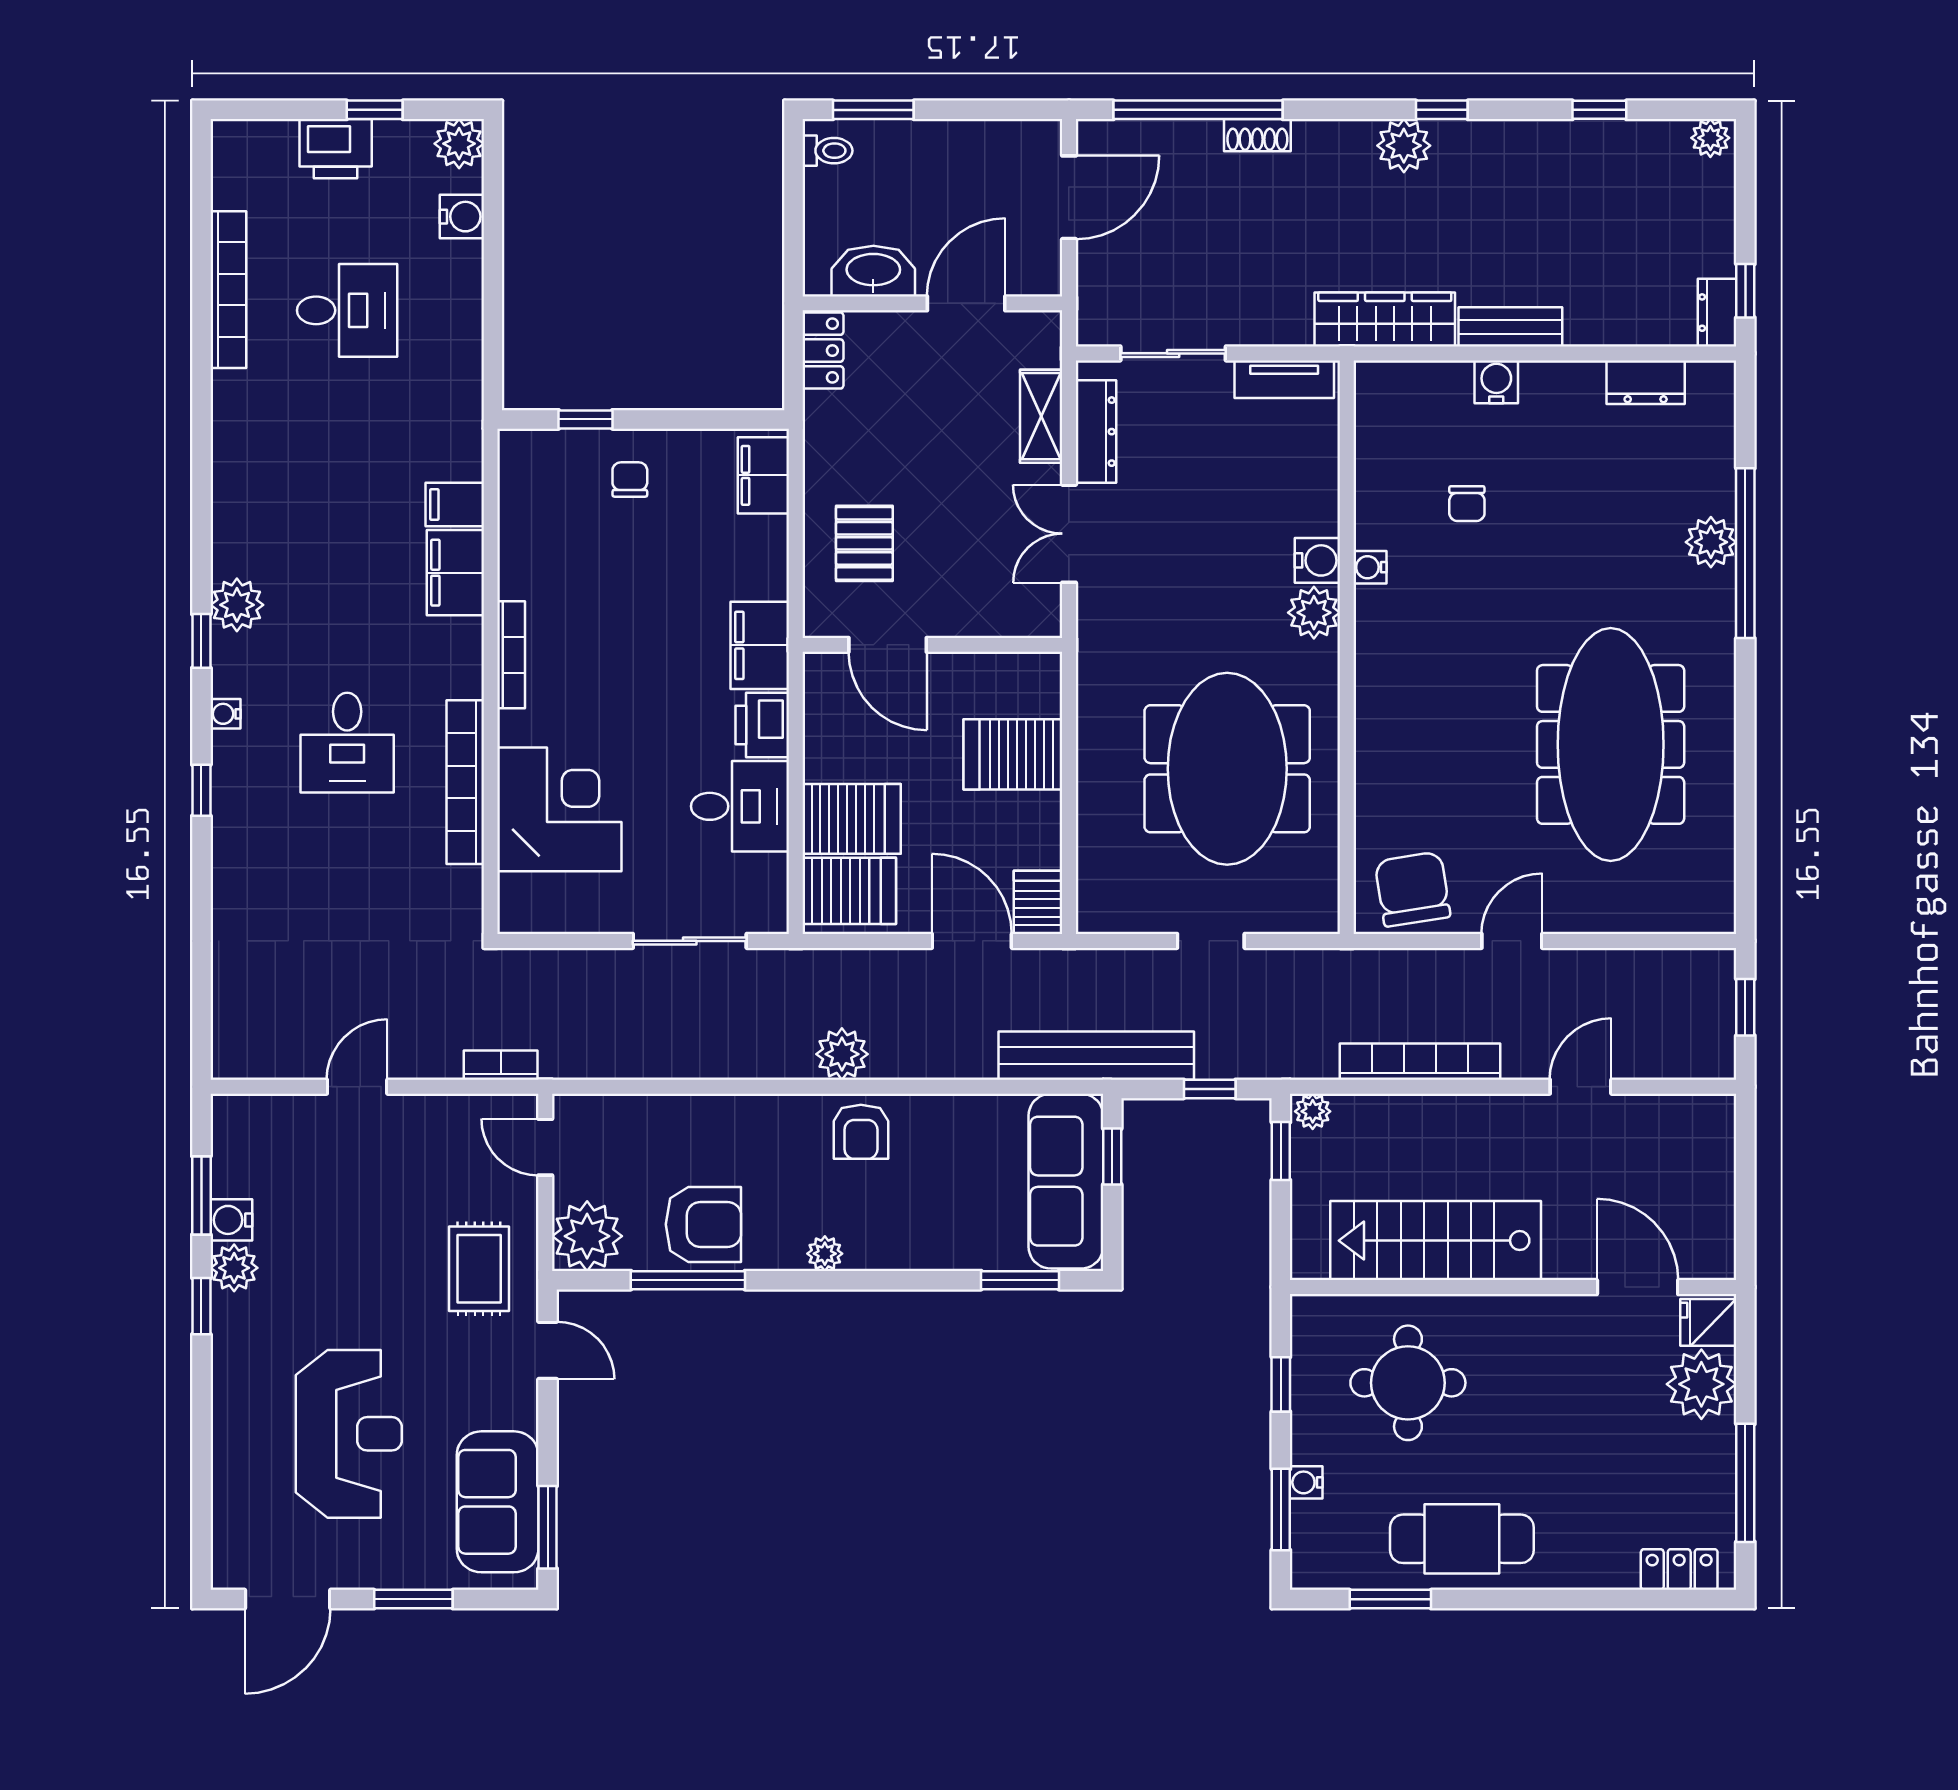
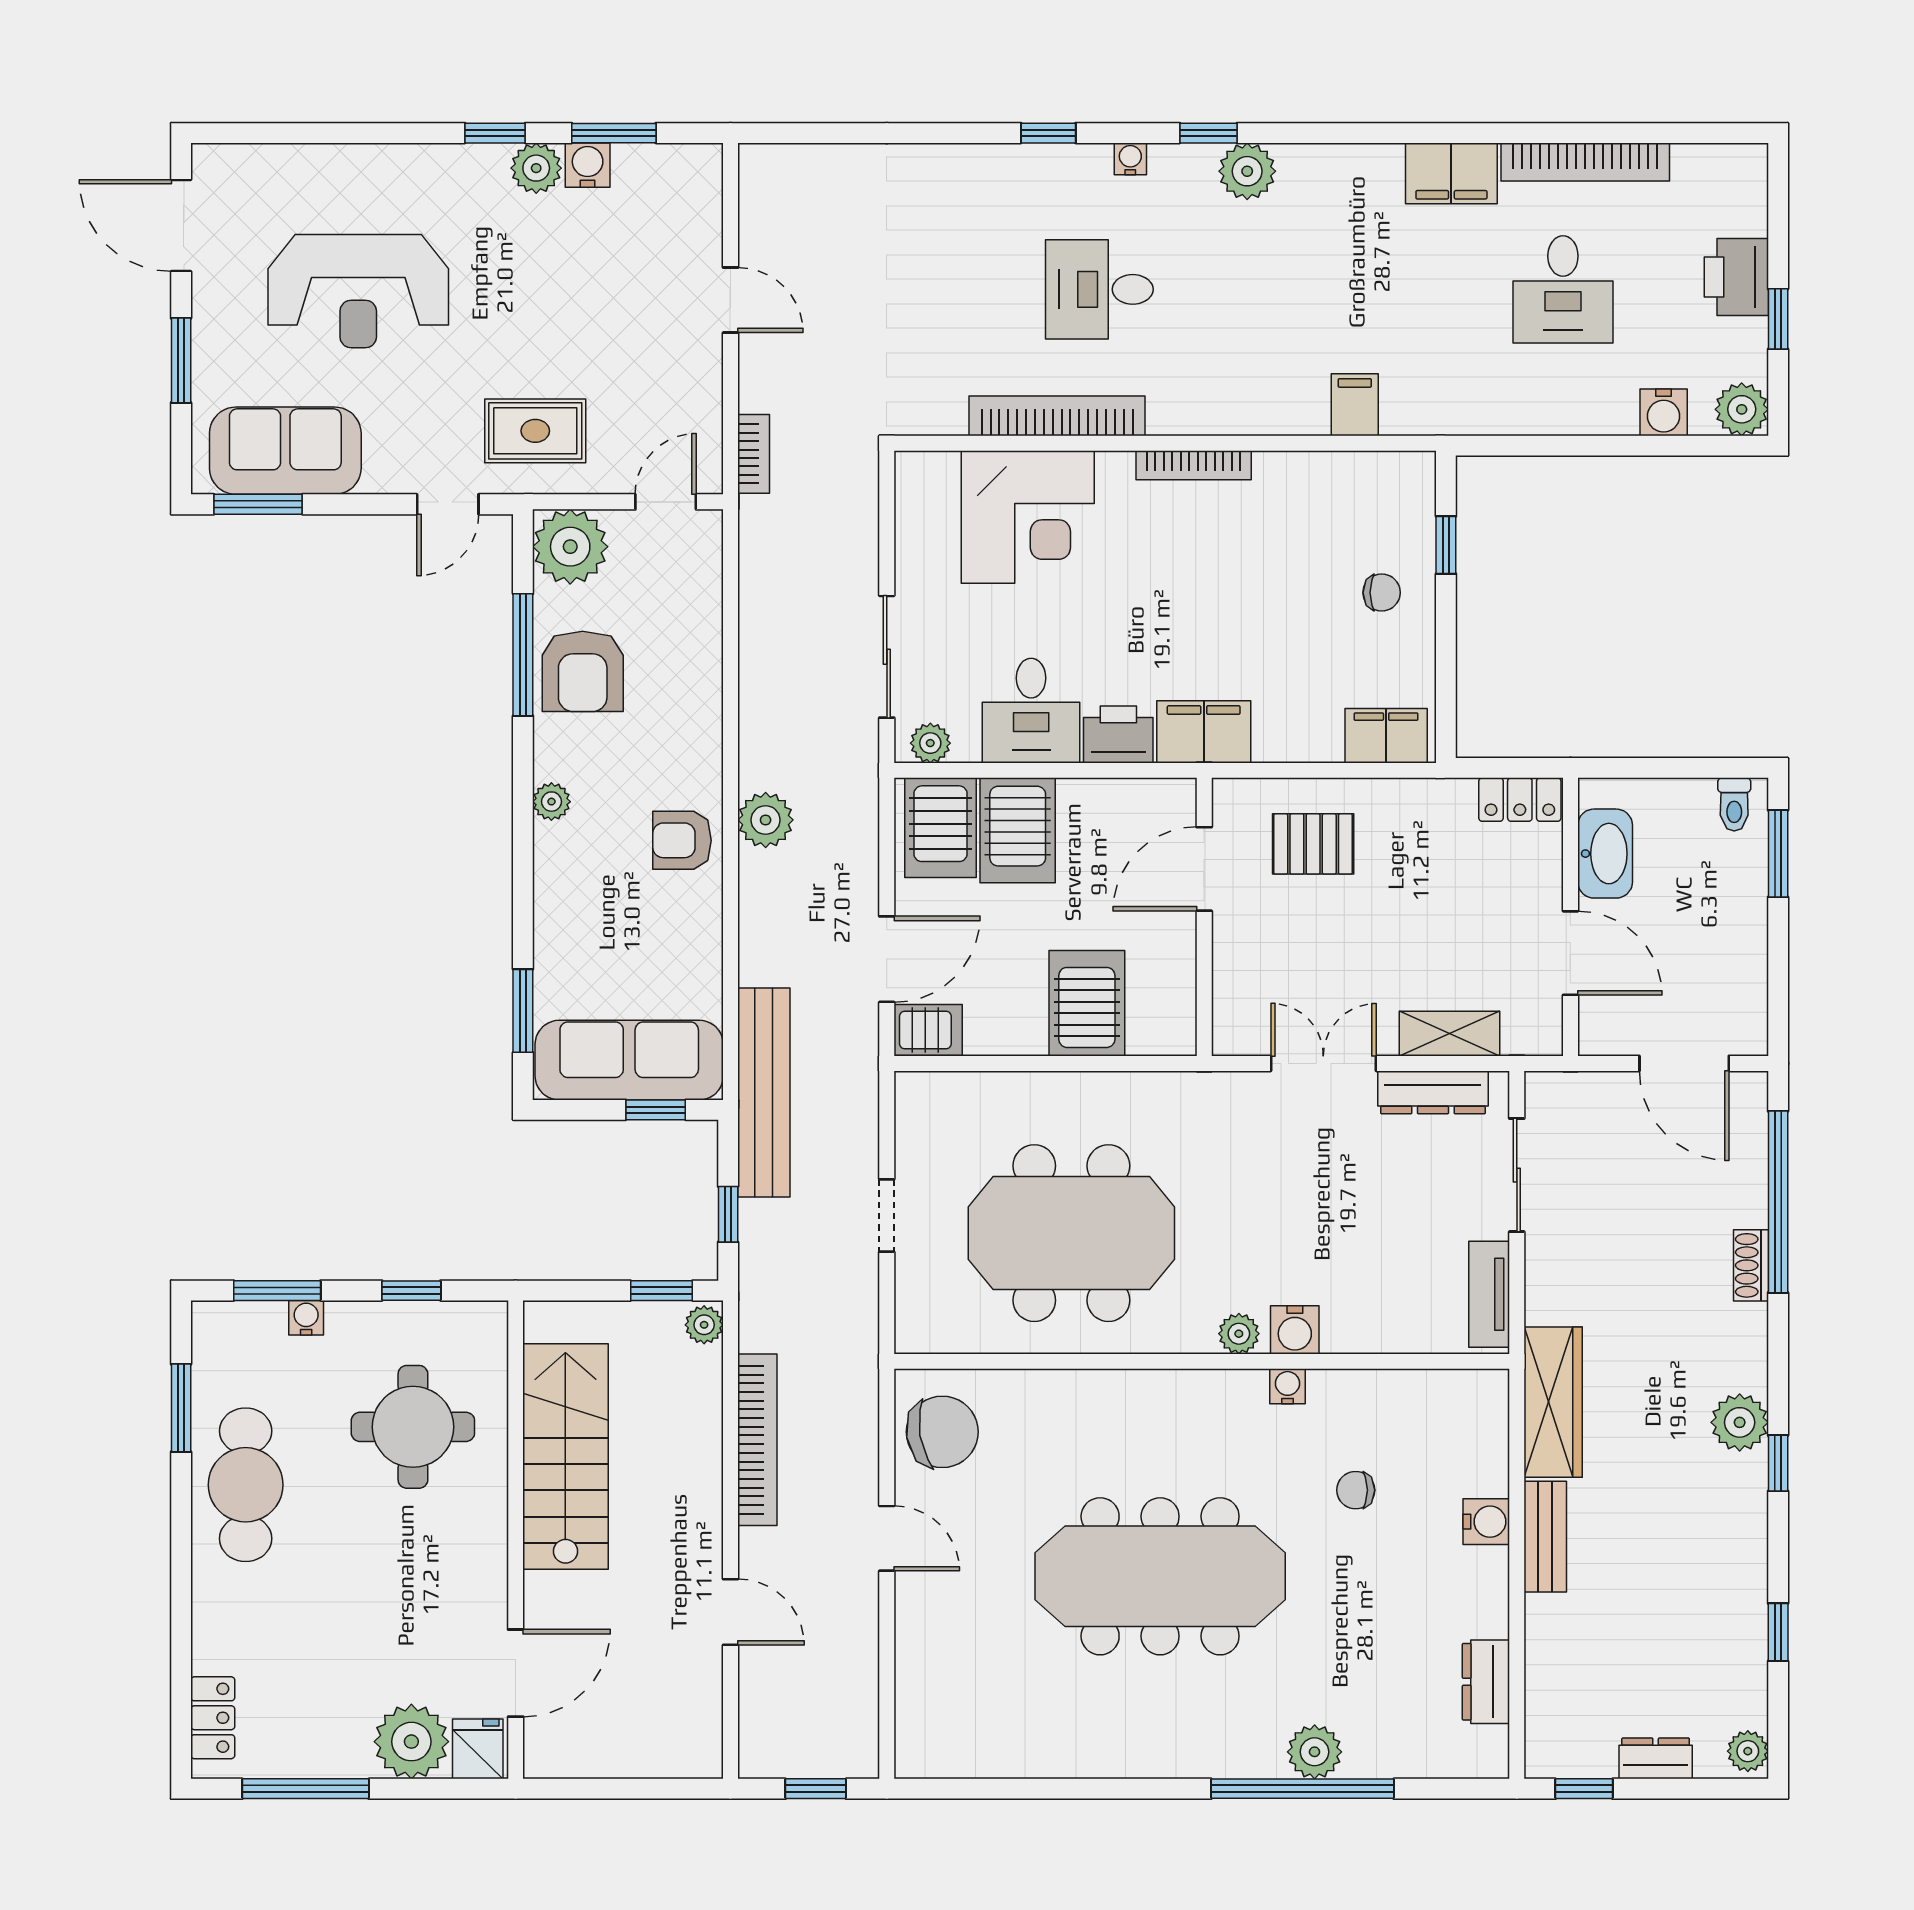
dresser: (1717, 313) -> (1656, 1758), moved
filing cabinet: (455, 573) -> (1451, 173), moved, turned 180
plant: (1314, 613) -> (1239, 1334), width x0.73, depth x0.73
meeting table: (1611, 744) -> (1160, 1576), moved
plant: (770, 900) -> (930, 743), added

